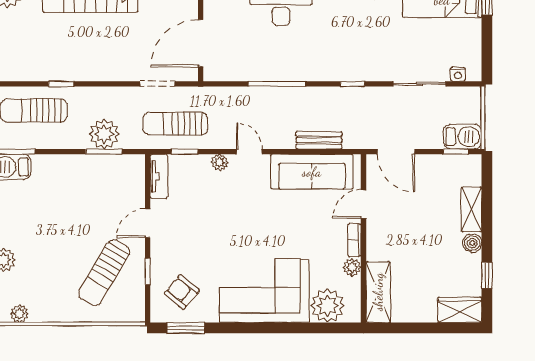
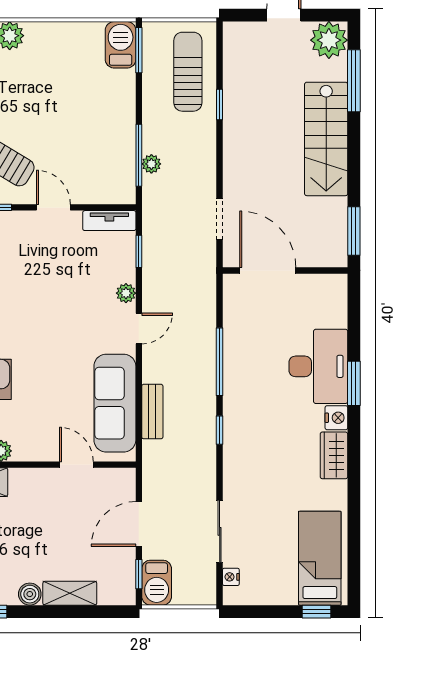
window: (352, 84) -> (220, 430), moved
sun lounger: (175, 124) -> (172, 240), removed
plant: (104, 134) -> (151, 164), width x0.53, depth x0.53
window: (104, 152) -> (139, 155), width x1.44
door: (396, 152) -> (139, 524), moved
bookcase: (354, 240) -> (33, 454), removed

